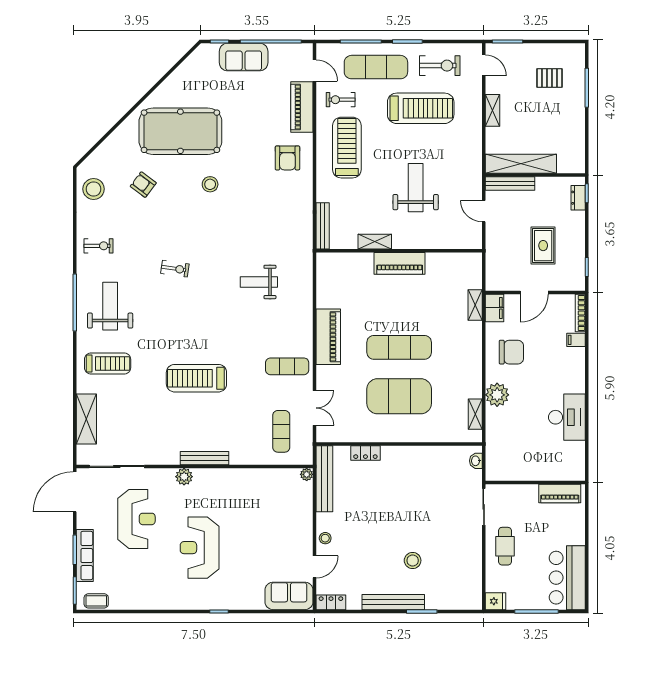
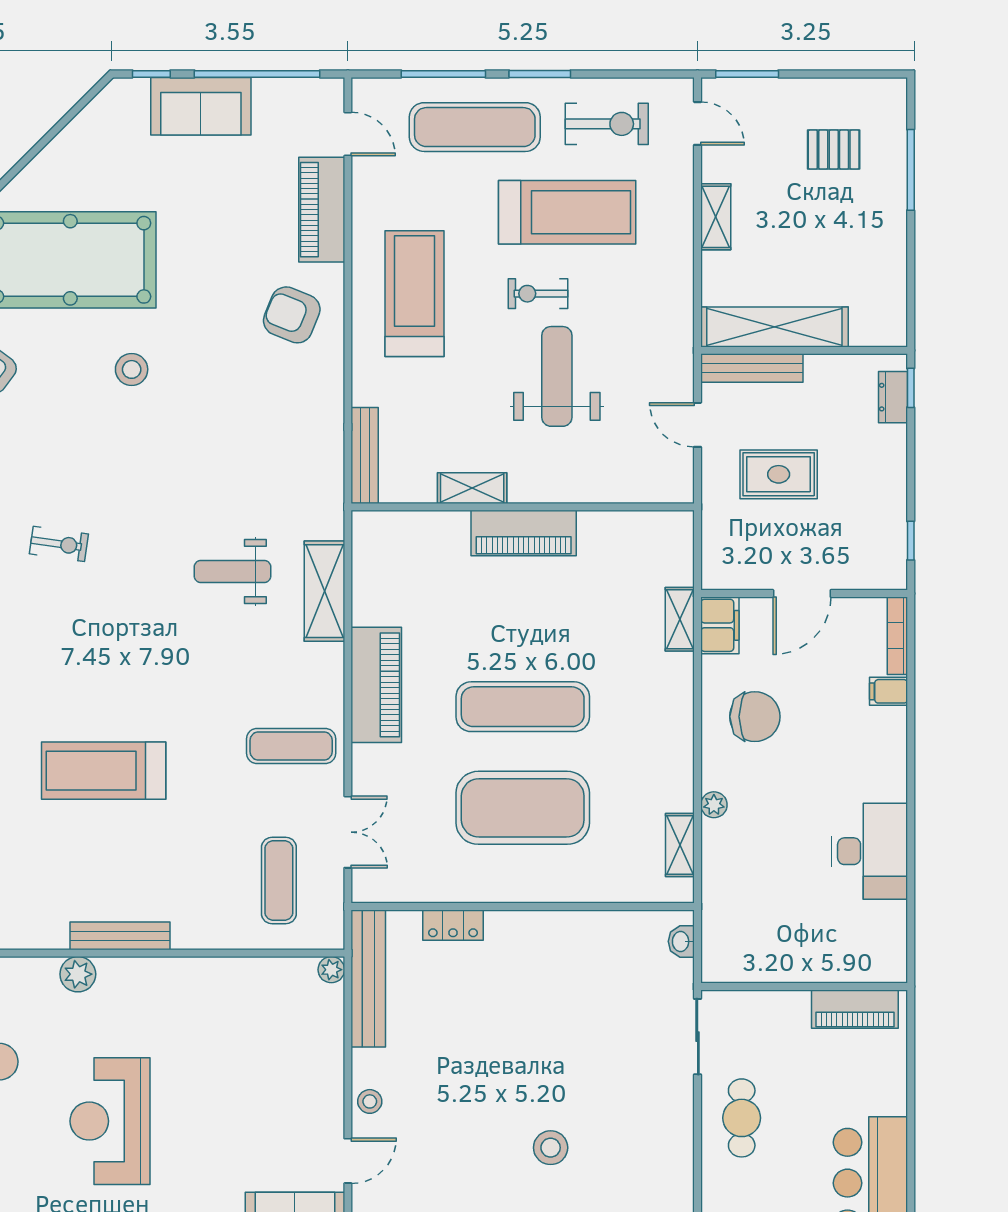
exercise bike: (341, 100) -> (538, 294), moved
armchair: (287, 158) -> (292, 315), turned 112
rug: (543, 246) -> (779, 474), moved, turned 90
shelving: (303, 291) -> (324, 591), added
plant: (497, 395) -> (714, 805), width x0.53, depth x0.53

